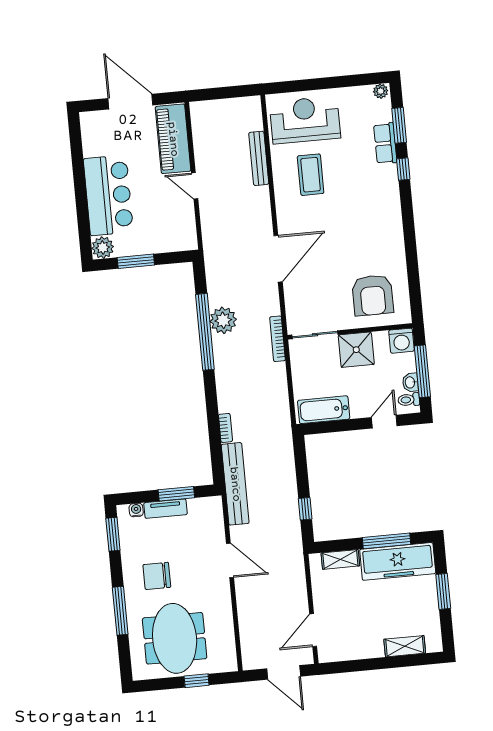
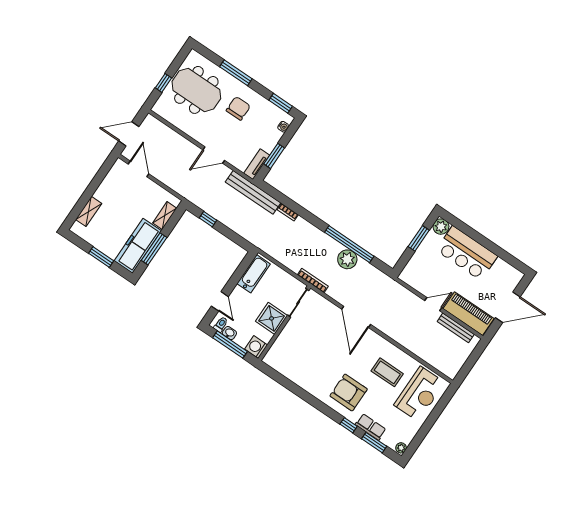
bench: (259, 158) -> (456, 328), moved
armchair: (373, 295) -> (349, 392), moved
tv unit: (166, 509) -> (257, 164), moved

